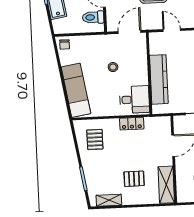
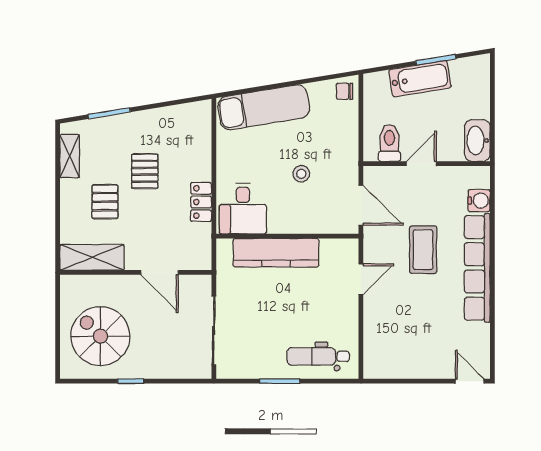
pallet: (95, 139) -> (145, 171), moved, turned 90

